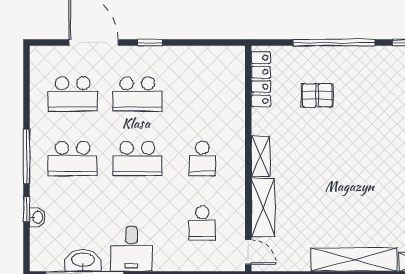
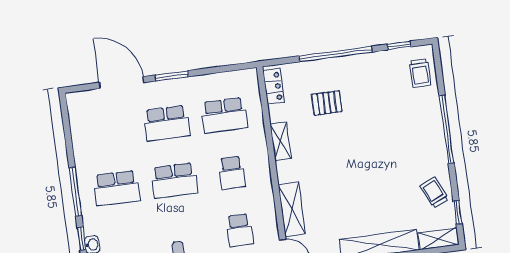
window: (150, 43) -> (172, 76), width x1.50
locker: (261, 79) -> (274, 86), width x0.66
school desk: (73, 94) -> (224, 115), moved
shelving: (260, 156) -> (281, 141), moved

